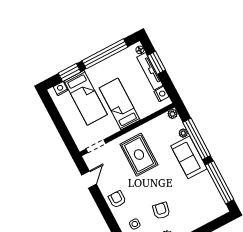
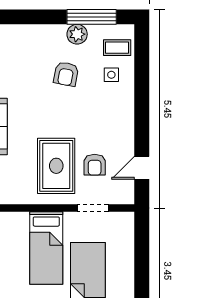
doorway: (96, 146) -> (93, 208), moved
armchair: (117, 199) -> (95, 165), moved

